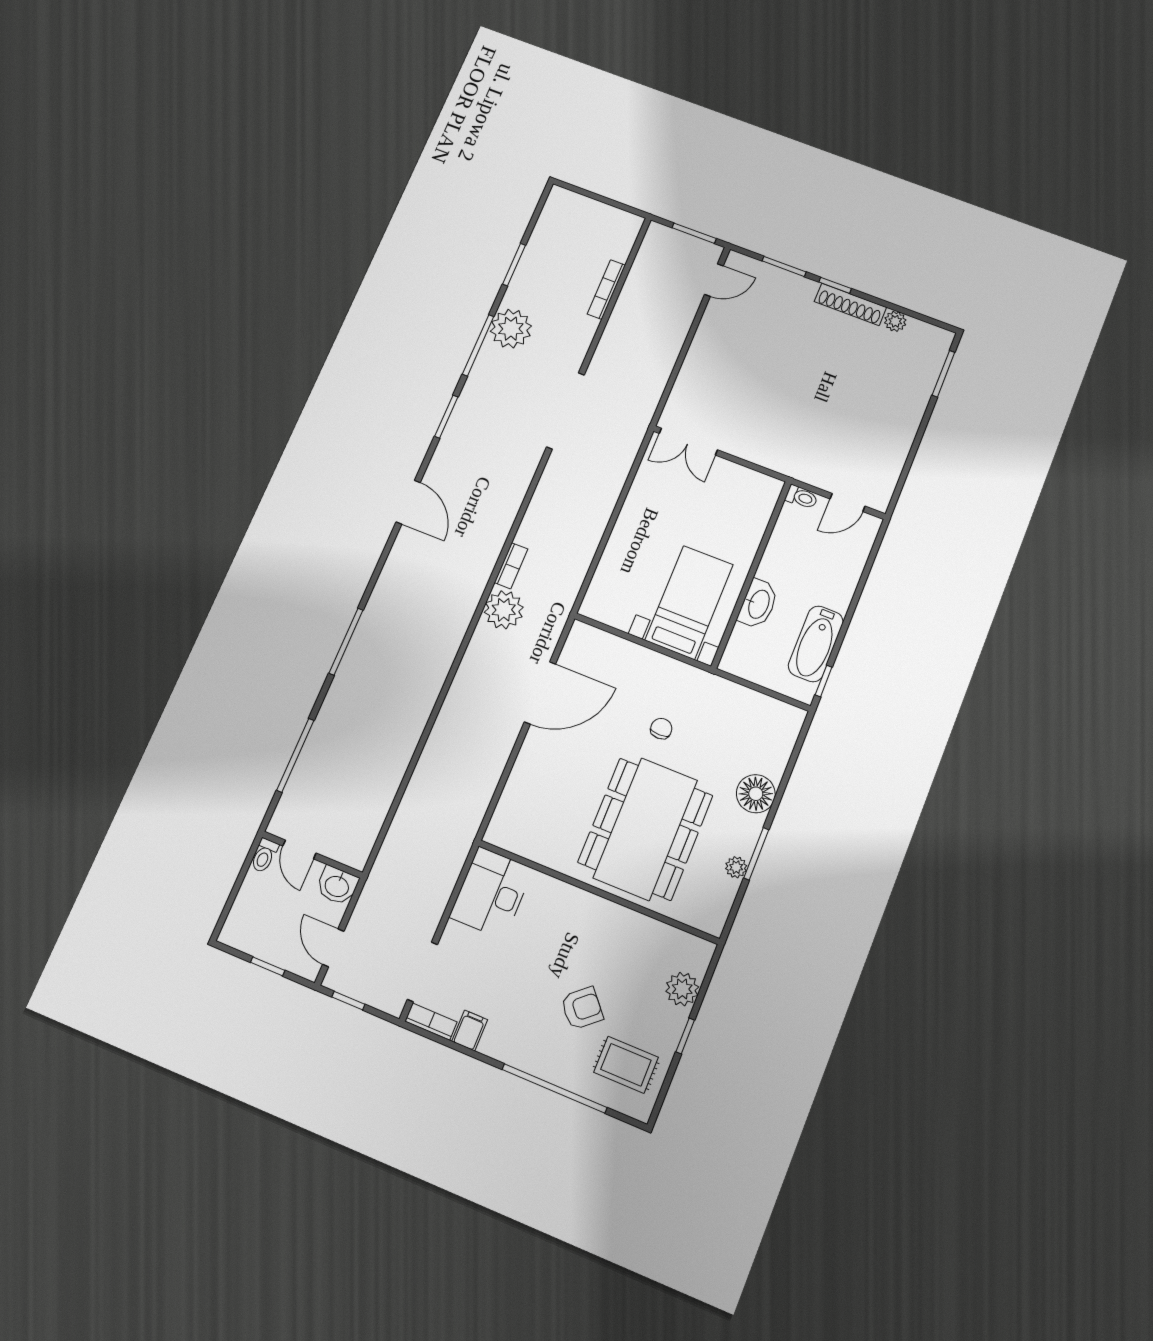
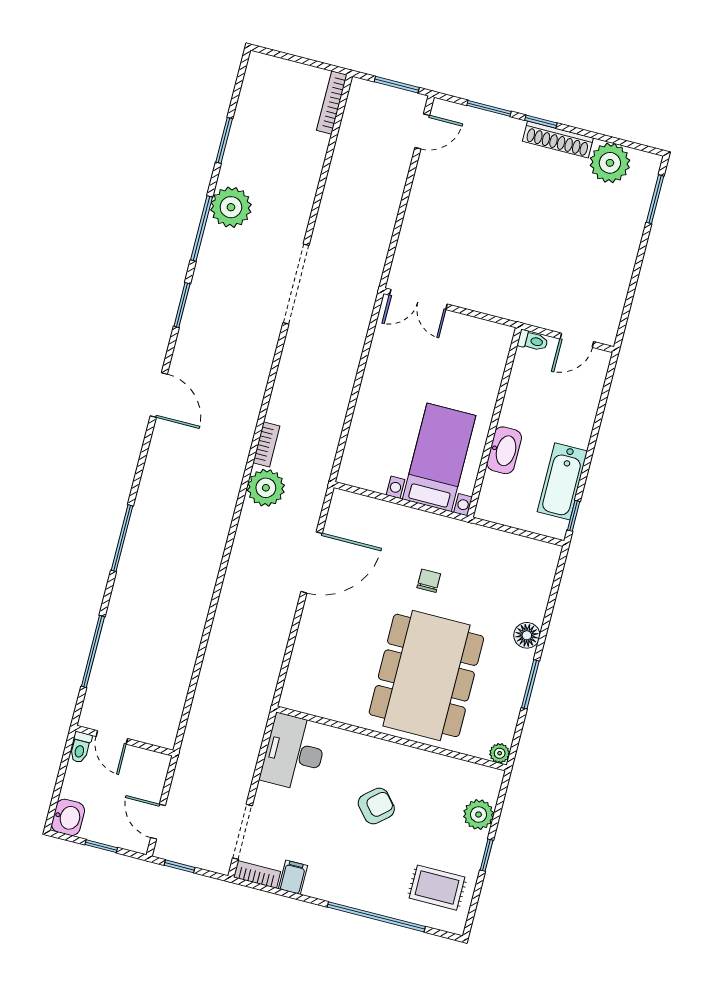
bookcase: (606, 290) -> (332, 103), moved
plant: (895, 321) -> (610, 163), width x1.87, depth x1.87
floor lamp: (756, 794) -> (527, 635), width x0.73, depth x0.73
plant: (736, 867) -> (500, 753), moved
washbasin: (337, 886) -> (68, 817), moved, turned -90
armchair: (582, 1008) -> (376, 806), moved

